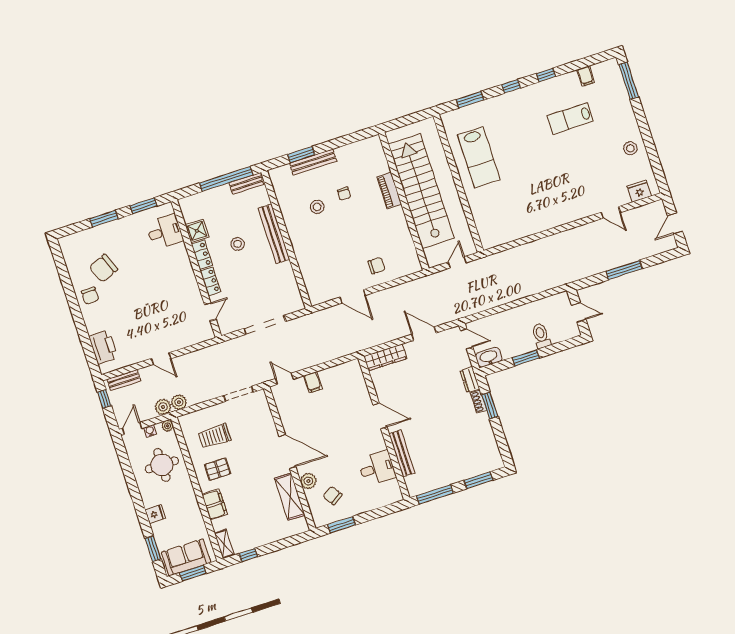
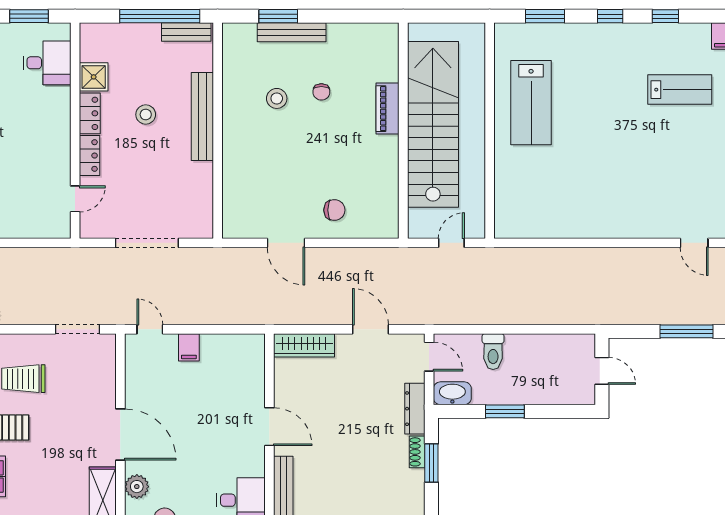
lab bench: (570, 119) -> (680, 90), turned 180
toilet: (541, 336) -> (493, 352), moved, turned 180
dresser: (470, 380) -> (415, 409), width x1.44

